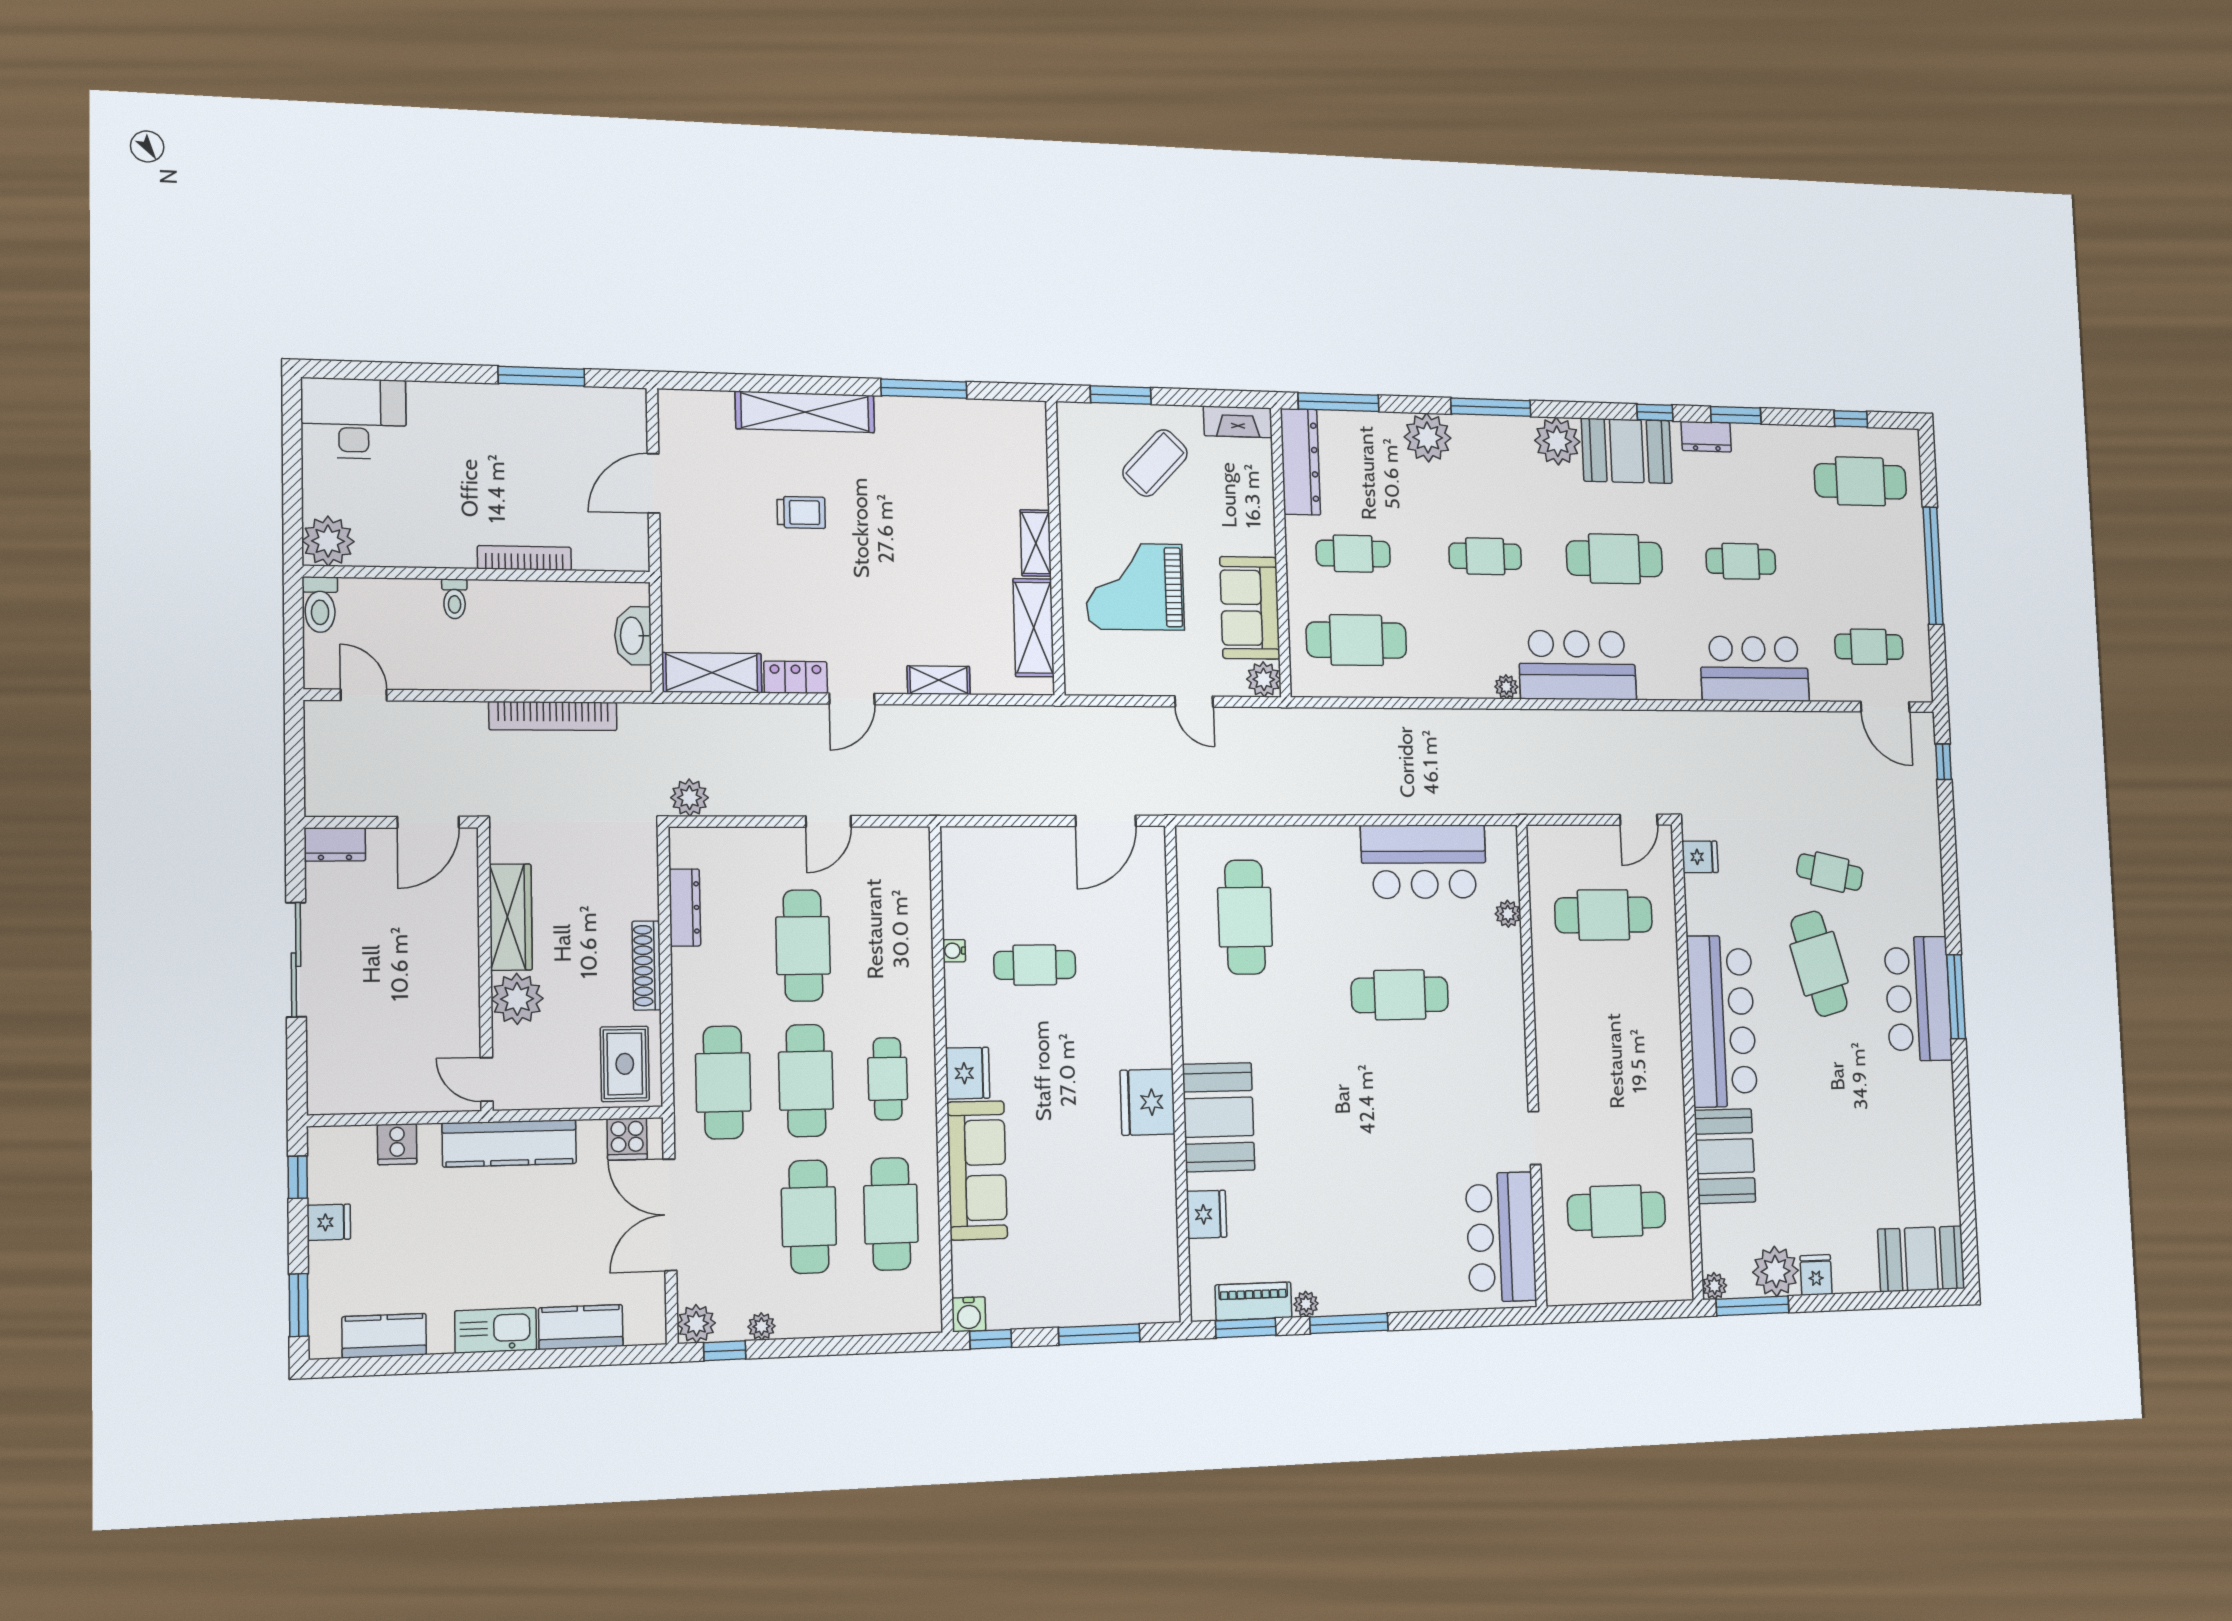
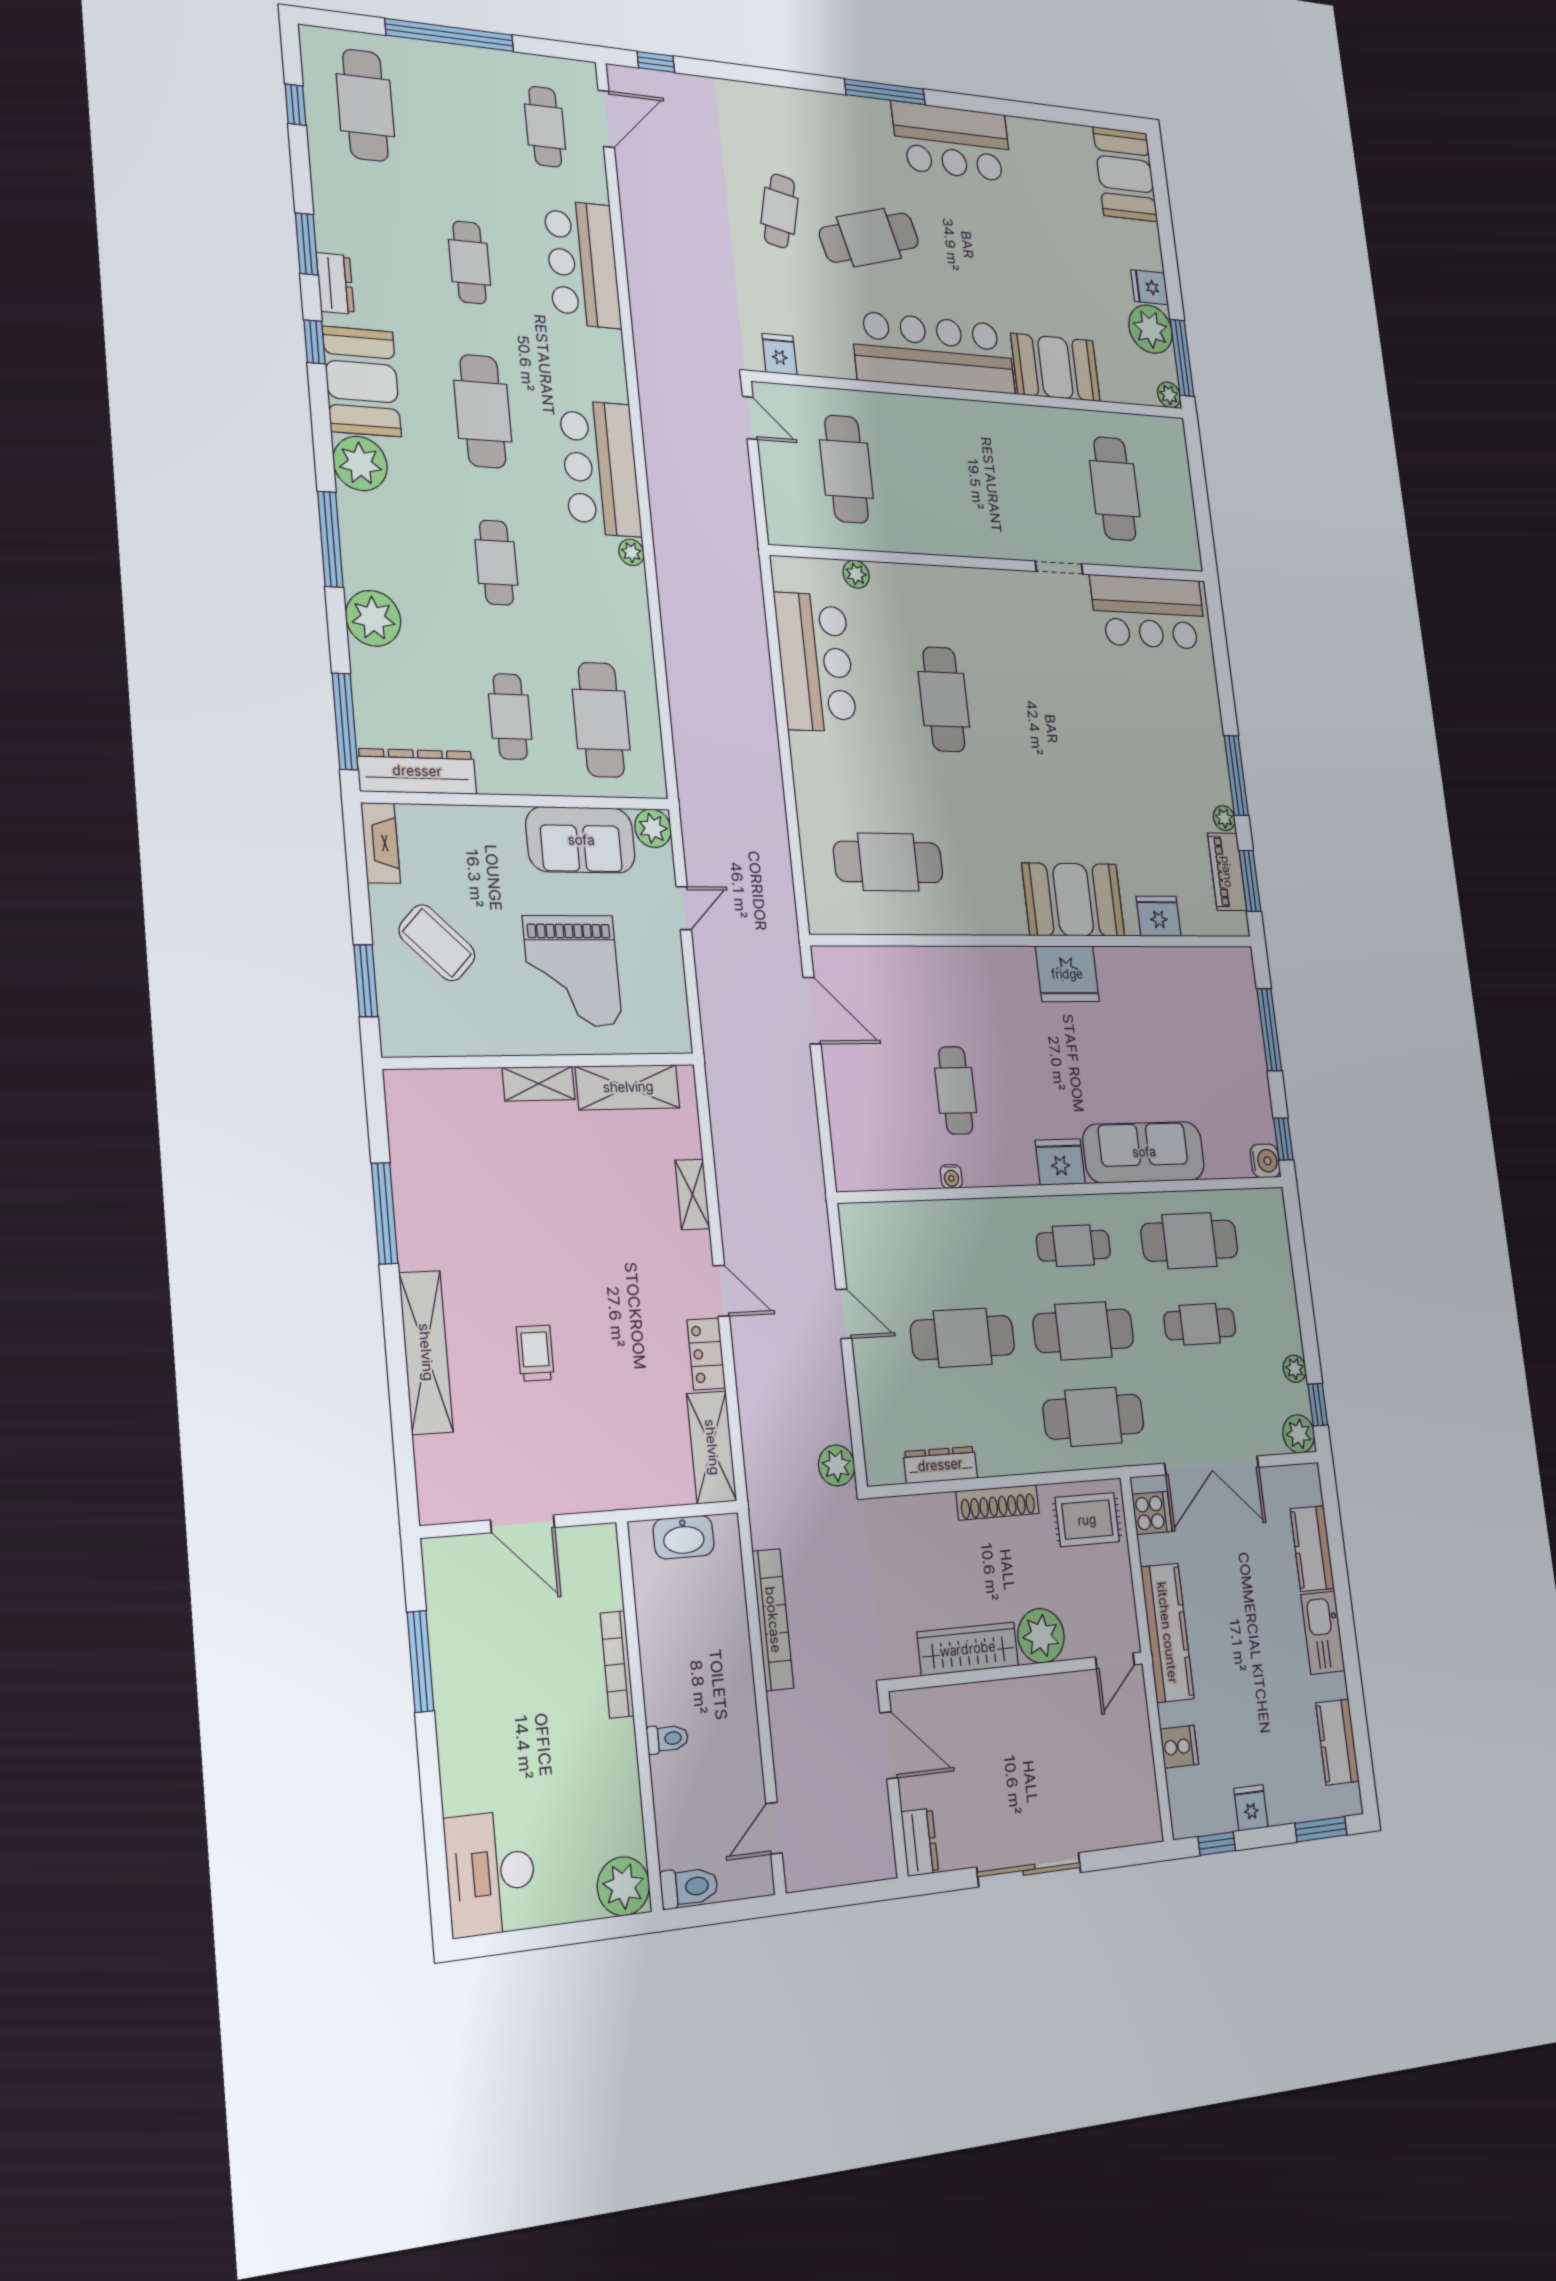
bar counter: (1918, 999) -> (952, 142), moved
cafe table: (809, 1217) -> (1200, 1324), width x0.73, depth x0.74

